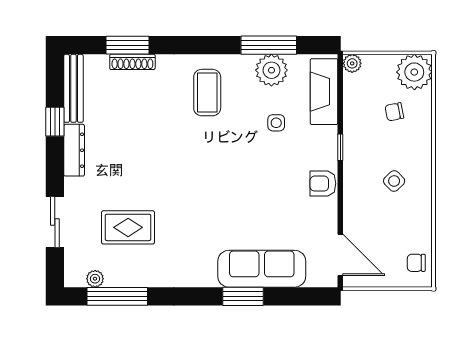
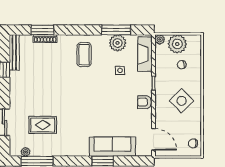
plant: (414, 72) -> (177, 44), moved
dresser: (74, 150) -> (15, 85), removed
side table: (394, 181) -> (182, 101), width x1.87, depth x1.87

